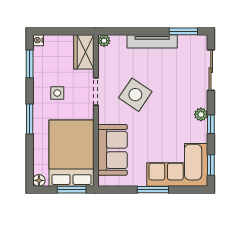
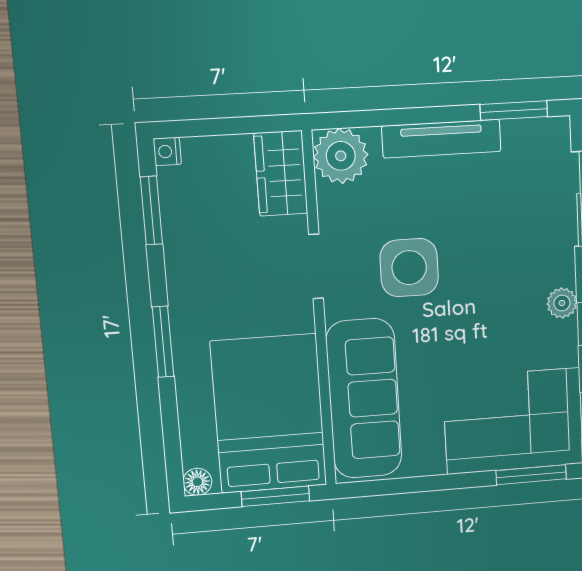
plant: (104, 41) -> (341, 156), width x1.88, depth x1.88
side table: (57, 93) -> (224, 276), removed
side table: (135, 95) -> (409, 268), turned -34
sofa: (113, 150) -> (364, 399), width x1.36
window: (153, 190) -> (531, 475), moved

